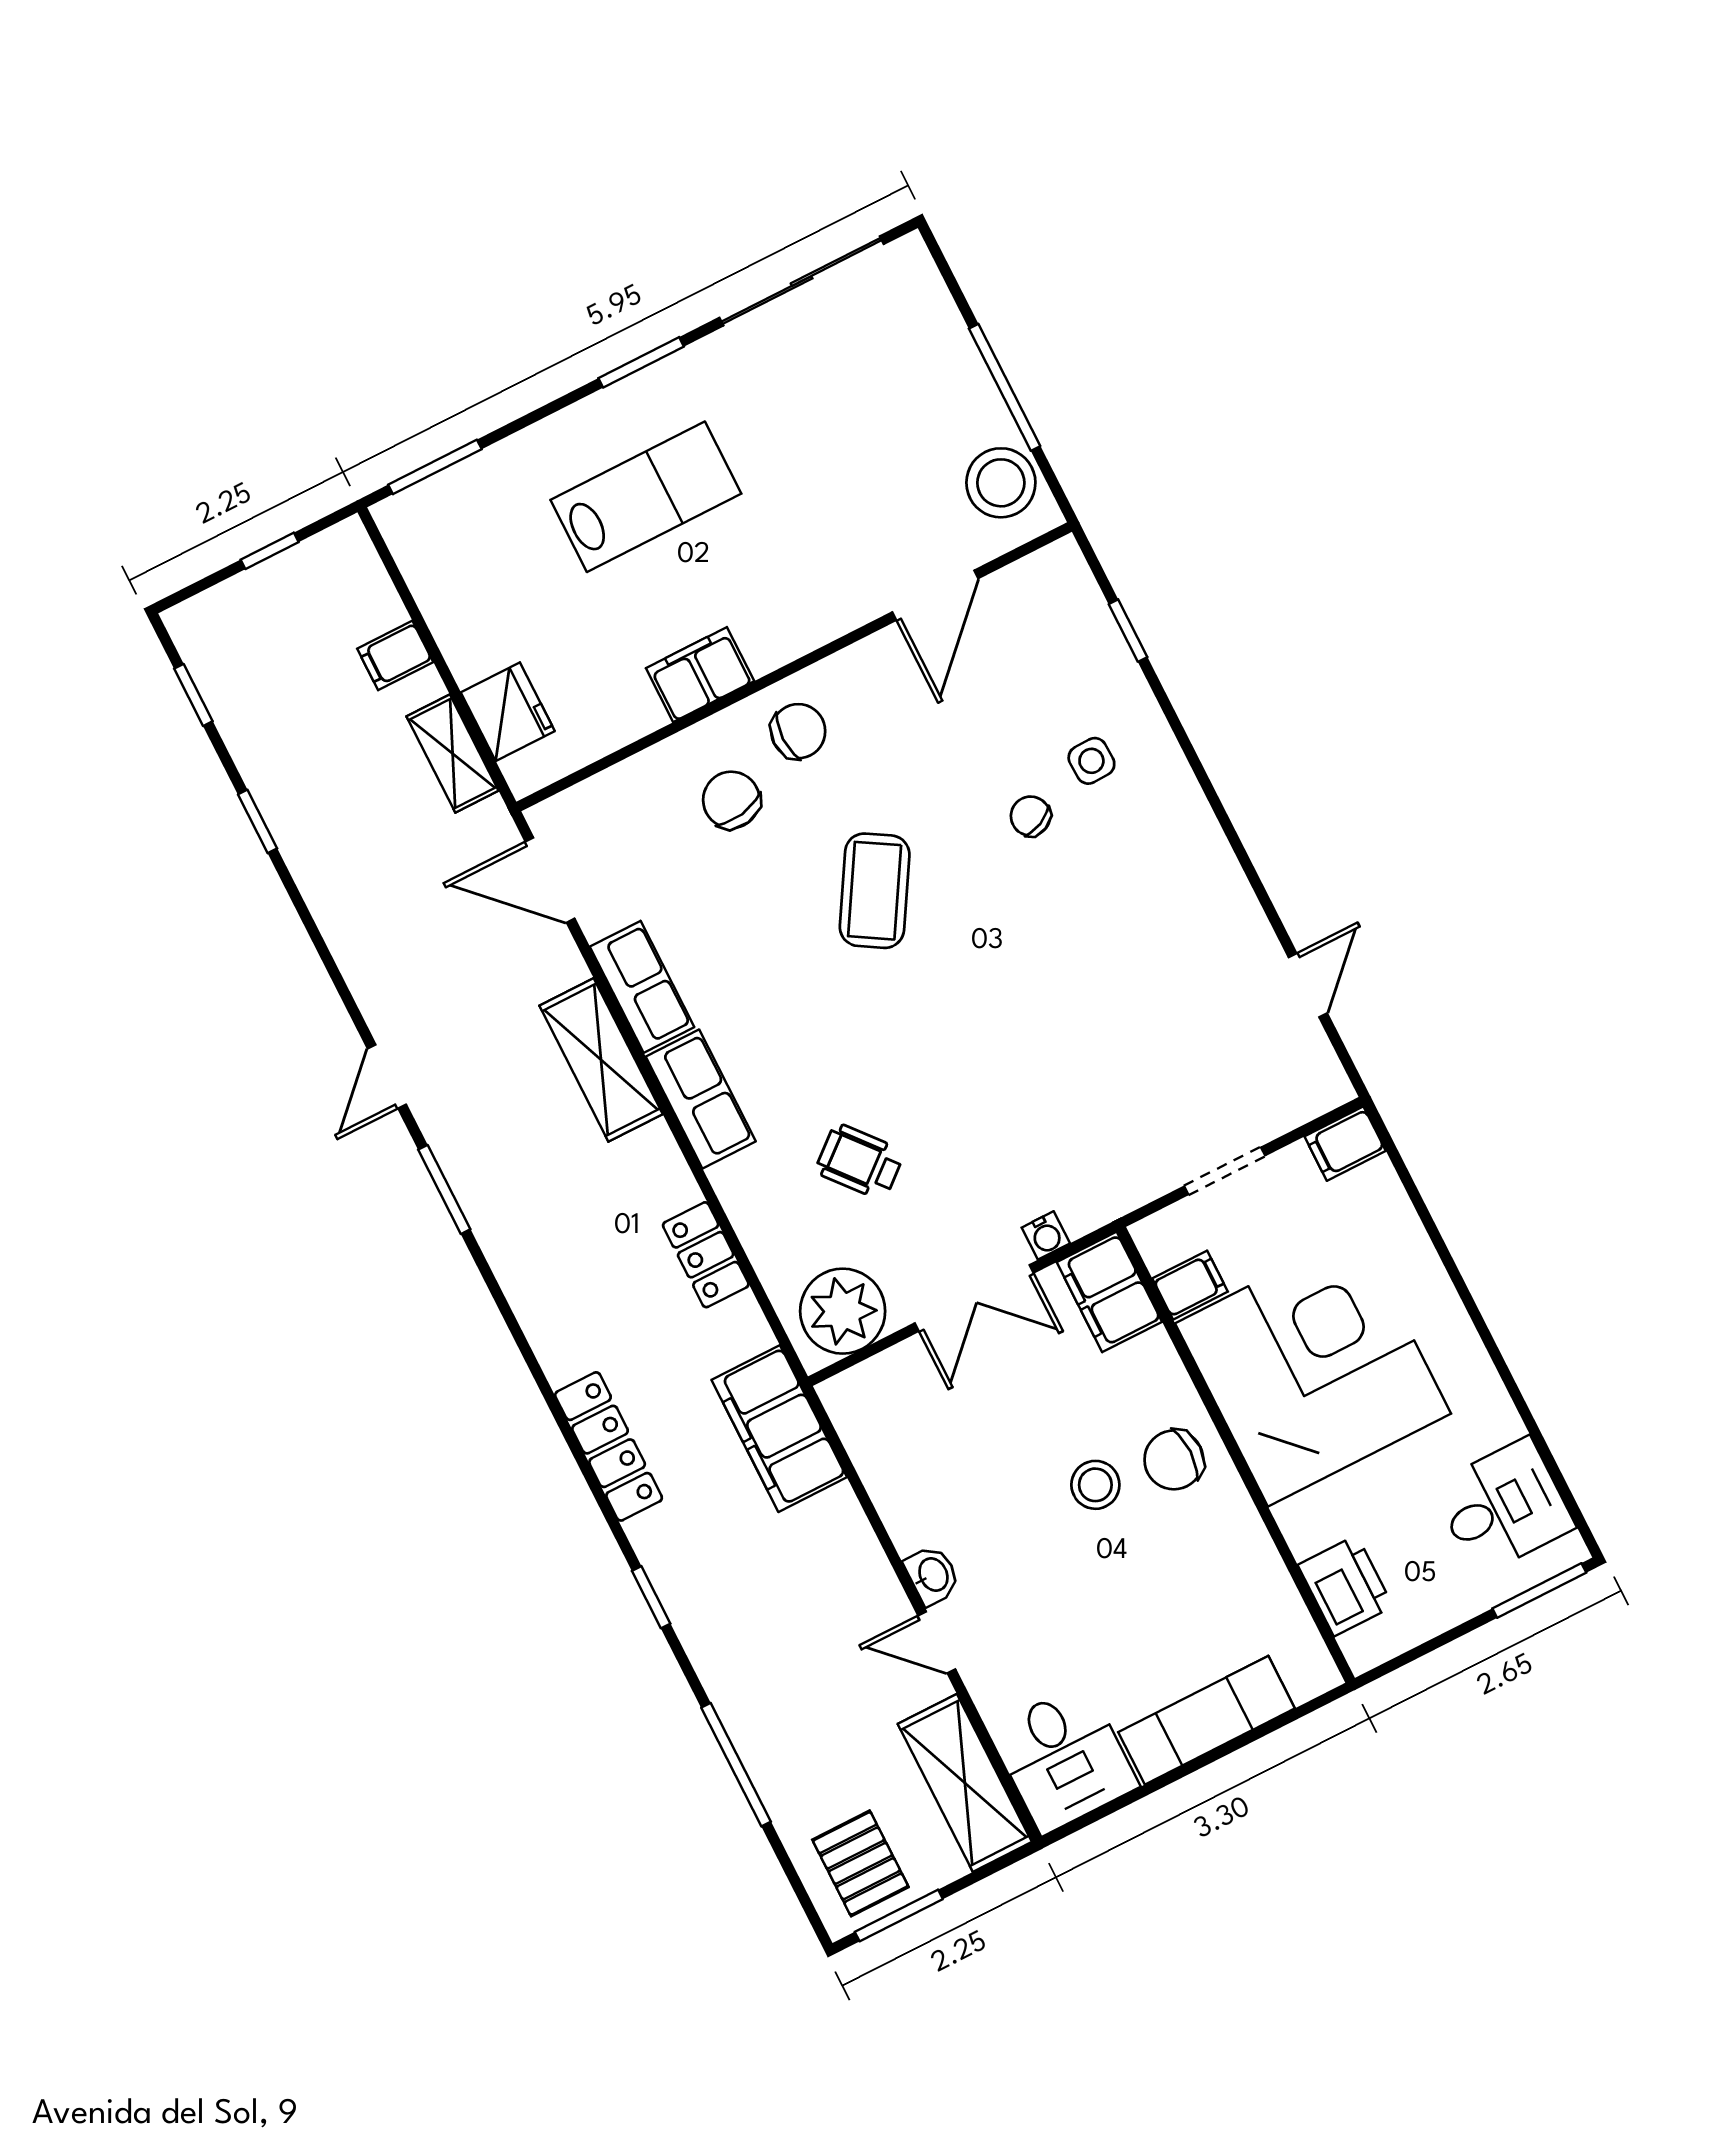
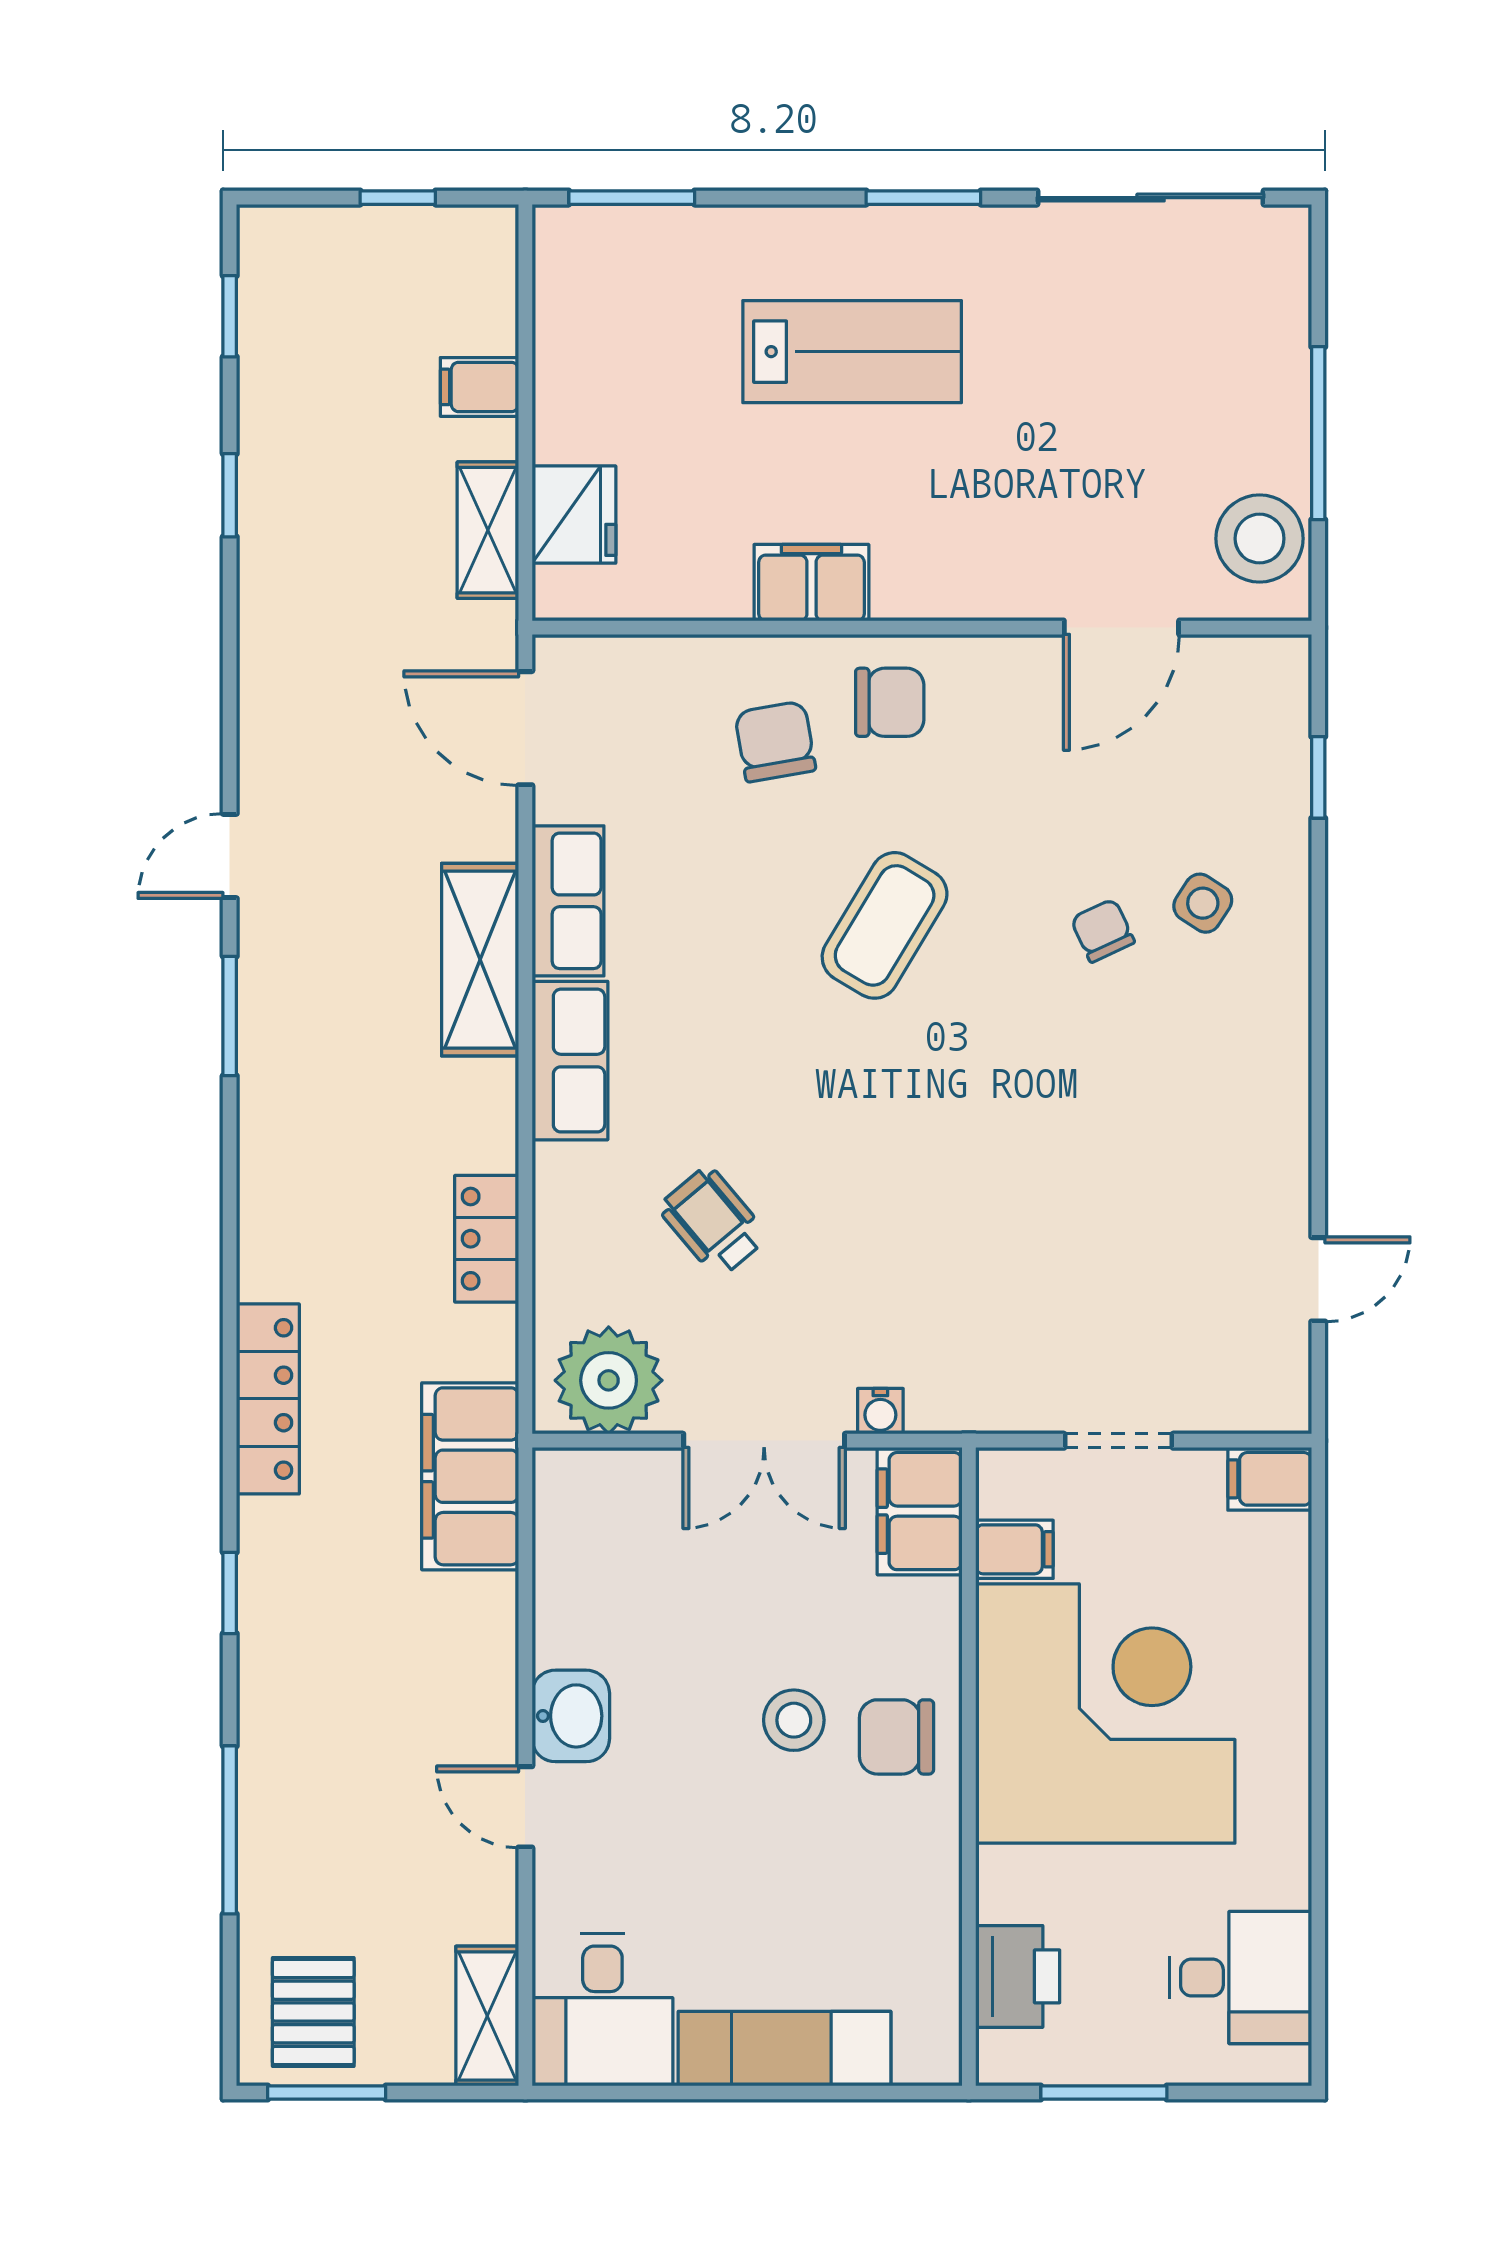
side table: (1091, 761) -> (1203, 903), turned 35
washbasin: (932, 1575) -> (571, 1716), width x1.38, depth x1.45
window: (1539, 1590) -> (1104, 2092), moved
shelving: (965, 1783) -> (487, 2016), width x0.67, depth x0.75

